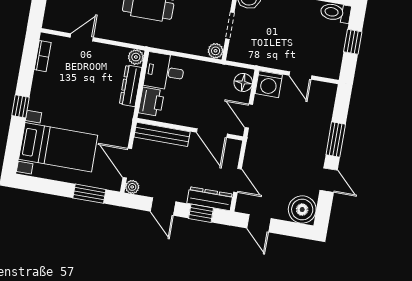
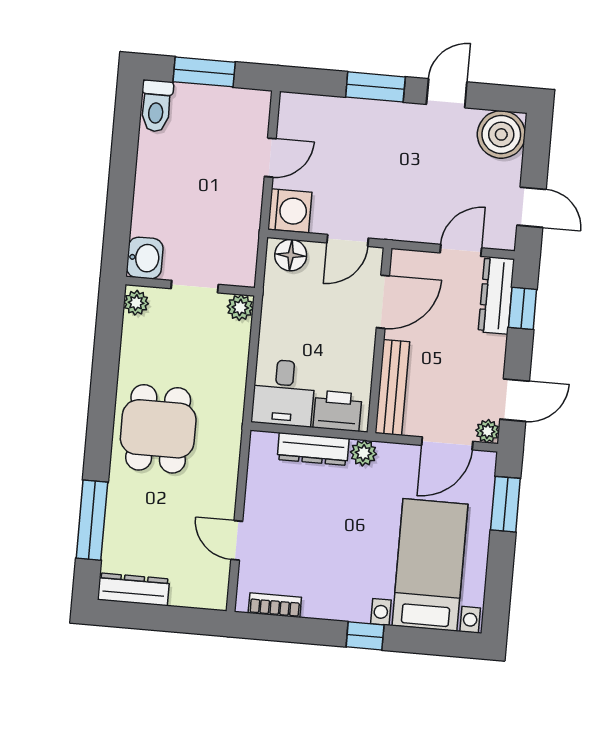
window: (353, 42) -> (204, 72), width x1.50
plant: (136, 57) -> (363, 453), moved
door: (163, 207) -> (515, 400), moved
door: (259, 223) -> (531, 207), hinge flipped

